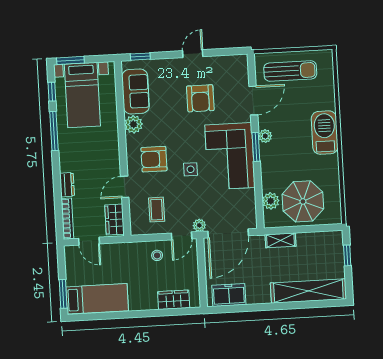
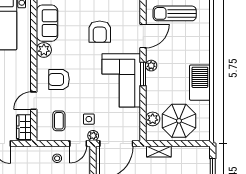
sun lounger: (290, 71) -> (175, 13), turned 180
barbecue: (325, 133) -> (200, 83), moved
side table: (191, 169) -> (89, 119), moved

